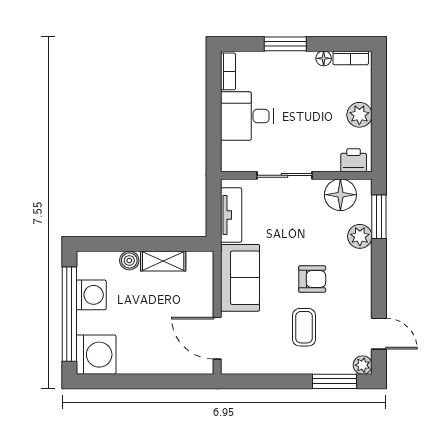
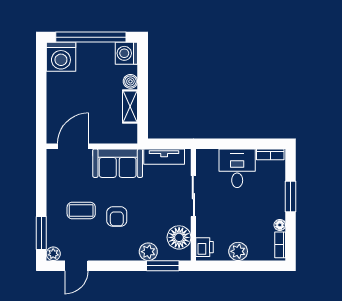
washing machine: (91, 295) -> (126, 53), moved, turned 90

